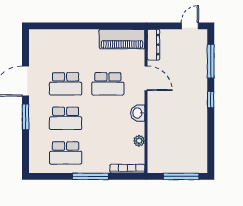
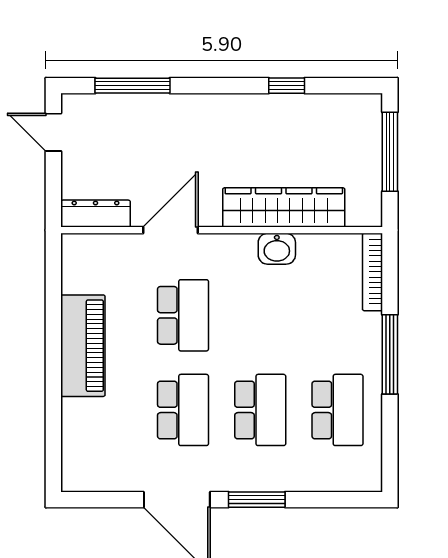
piano: (122, 39) -> (83, 346), moved
window: (211, 100) -> (287, 86), moved
washbasin: (138, 113) -> (277, 249), moved
wardrobe: (156, 129) -> (284, 207), added
plant: (139, 141) -> (310, 246), removed

